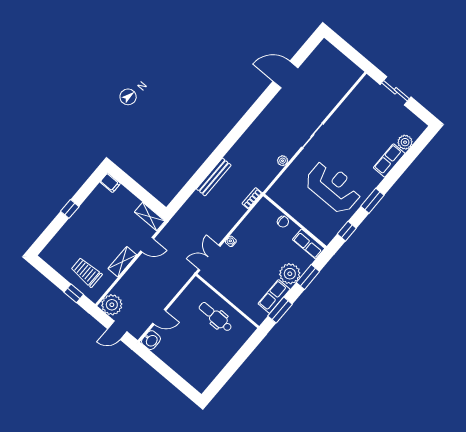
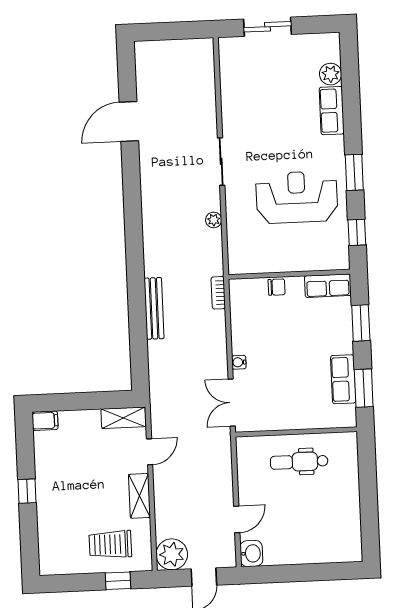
plant: (290, 274) -> (337, 338), removed

